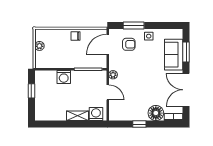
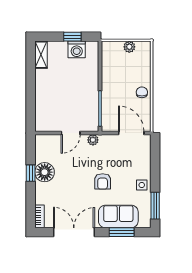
window: (134, 25) -> (155, 206), moved
armchair: (129, 44) -> (103, 181), moved
washing machine: (64, 77) -> (77, 49), moved, turned -90
floor lamp: (156, 113) -> (45, 172), moved
washing machine: (96, 114) -> (43, 118), removed
shelving: (78, 116) -> (41, 55), moved

